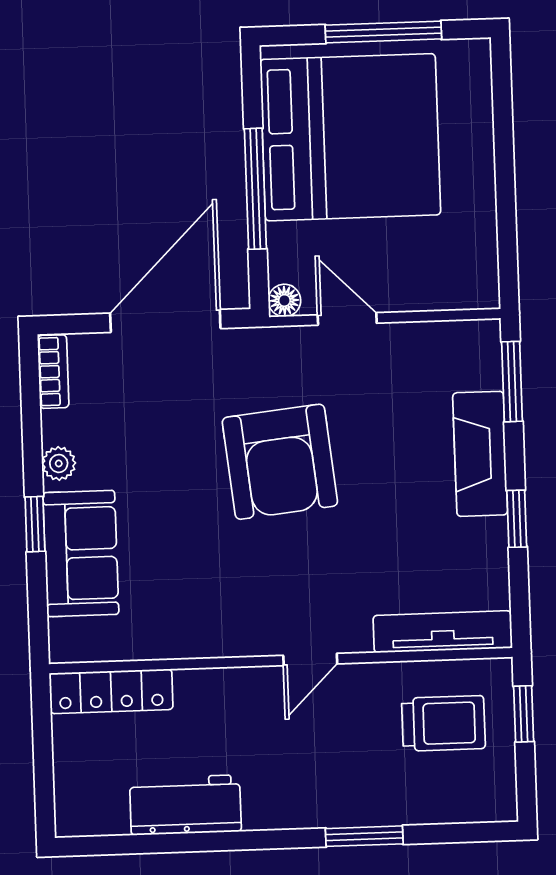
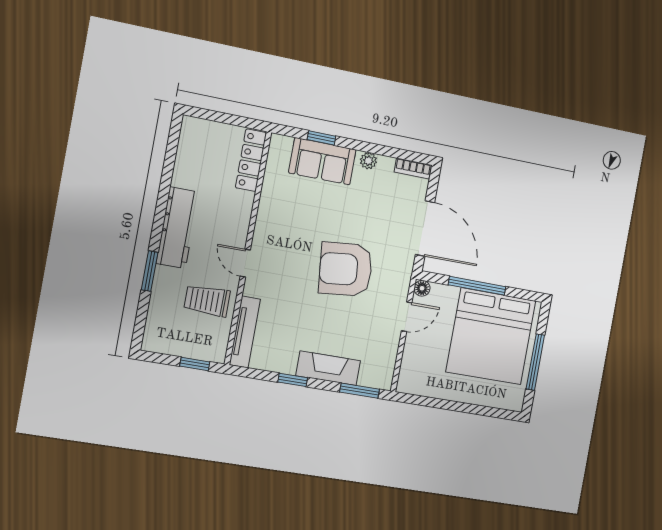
window: (35, 524) -> (321, 138), moved
trolley: (443, 723) -> (207, 301), moved, turned 90
workbench: (185, 805) -> (177, 228), moved, width x1.37

